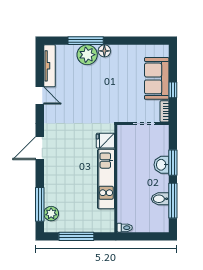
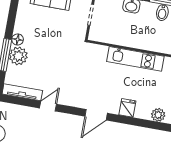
fridge: (105, 141) -> (127, 108), moved, turned 180
door: (40, 148) -> (96, 115), hinge flipped
window: (40, 204) -> (148, 124), removed

